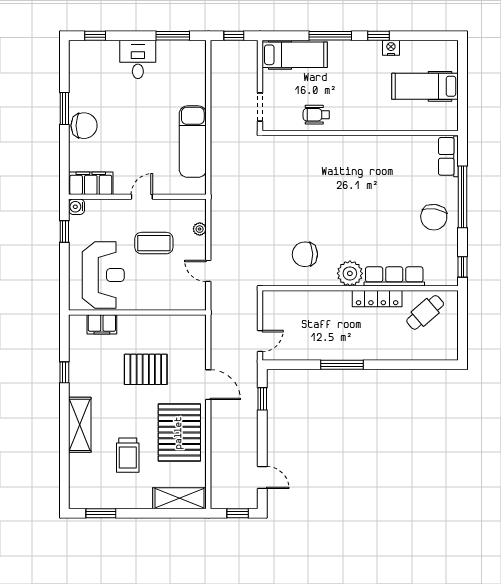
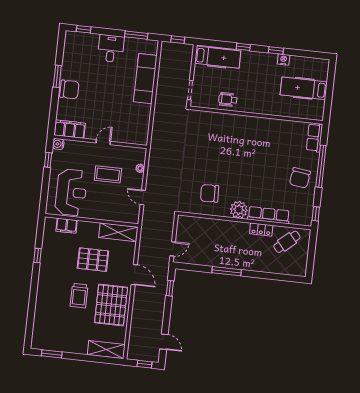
window: (330, 36) -> (243, 47), width x0.46
exam couch: (193, 142) -> (145, 79), moved
locker: (377, 299) -> (261, 229), width x0.66
shelving: (80, 425) -> (118, 232), moved, turned 90
trolley: (128, 455) -> (79, 296), moved

